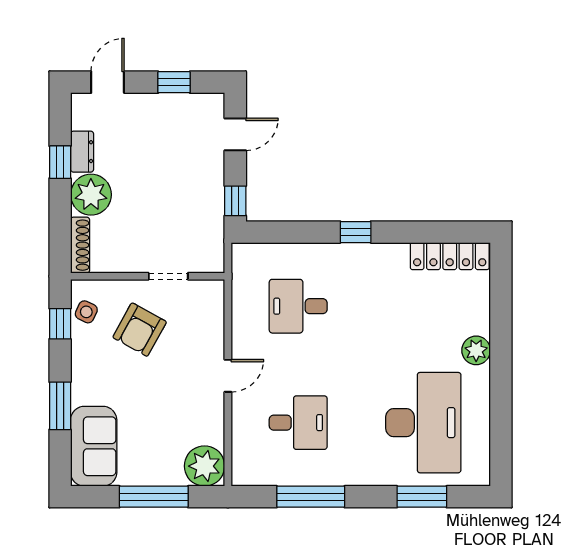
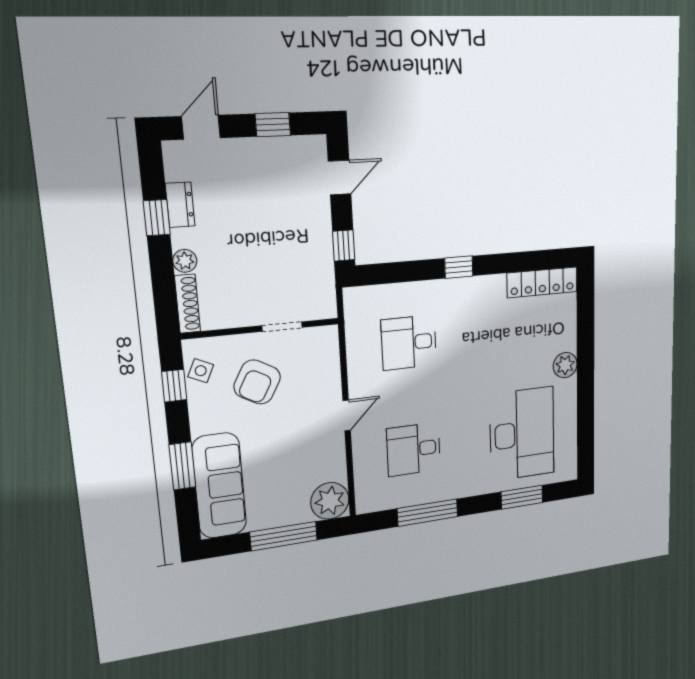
plant: (91, 195) -> (185, 261), width x0.53, depth x0.53
desk: (298, 423) -> (414, 449), turned 180
sofa: (94, 446) -> (219, 486), width x1.36

